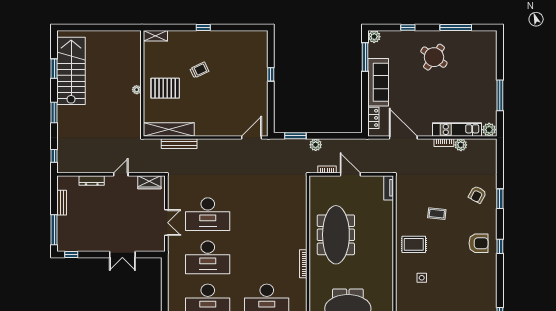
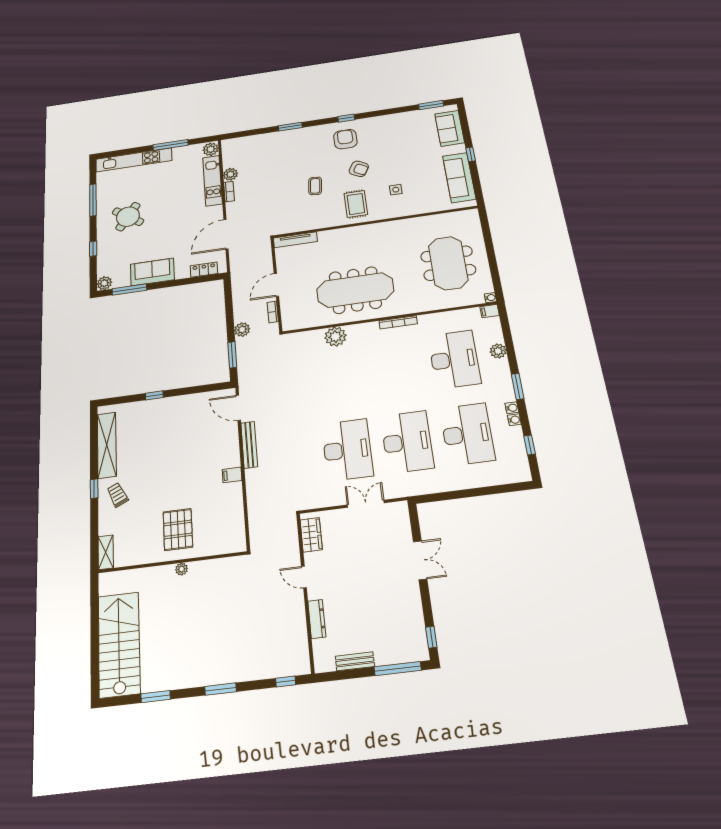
kitchen unit: (490, 63) -> (134, 160), added
trolley: (199, 70) -> (117, 495), moved
stairs: (71, 71) -> (119, 644), moved, turned 90
sofa: (378, 82) -> (152, 272), width x0.73
shelving: (169, 129) -> (107, 445), moved
filing cabinet: (200, 130) -> (232, 475), added
bench: (179, 144) -> (249, 445), moved
tv unit: (389, 188) -> (295, 240), width x1.41
armchair: (477, 195) -> (359, 169), moved
plant: (299, 215) -> (335, 337), added

